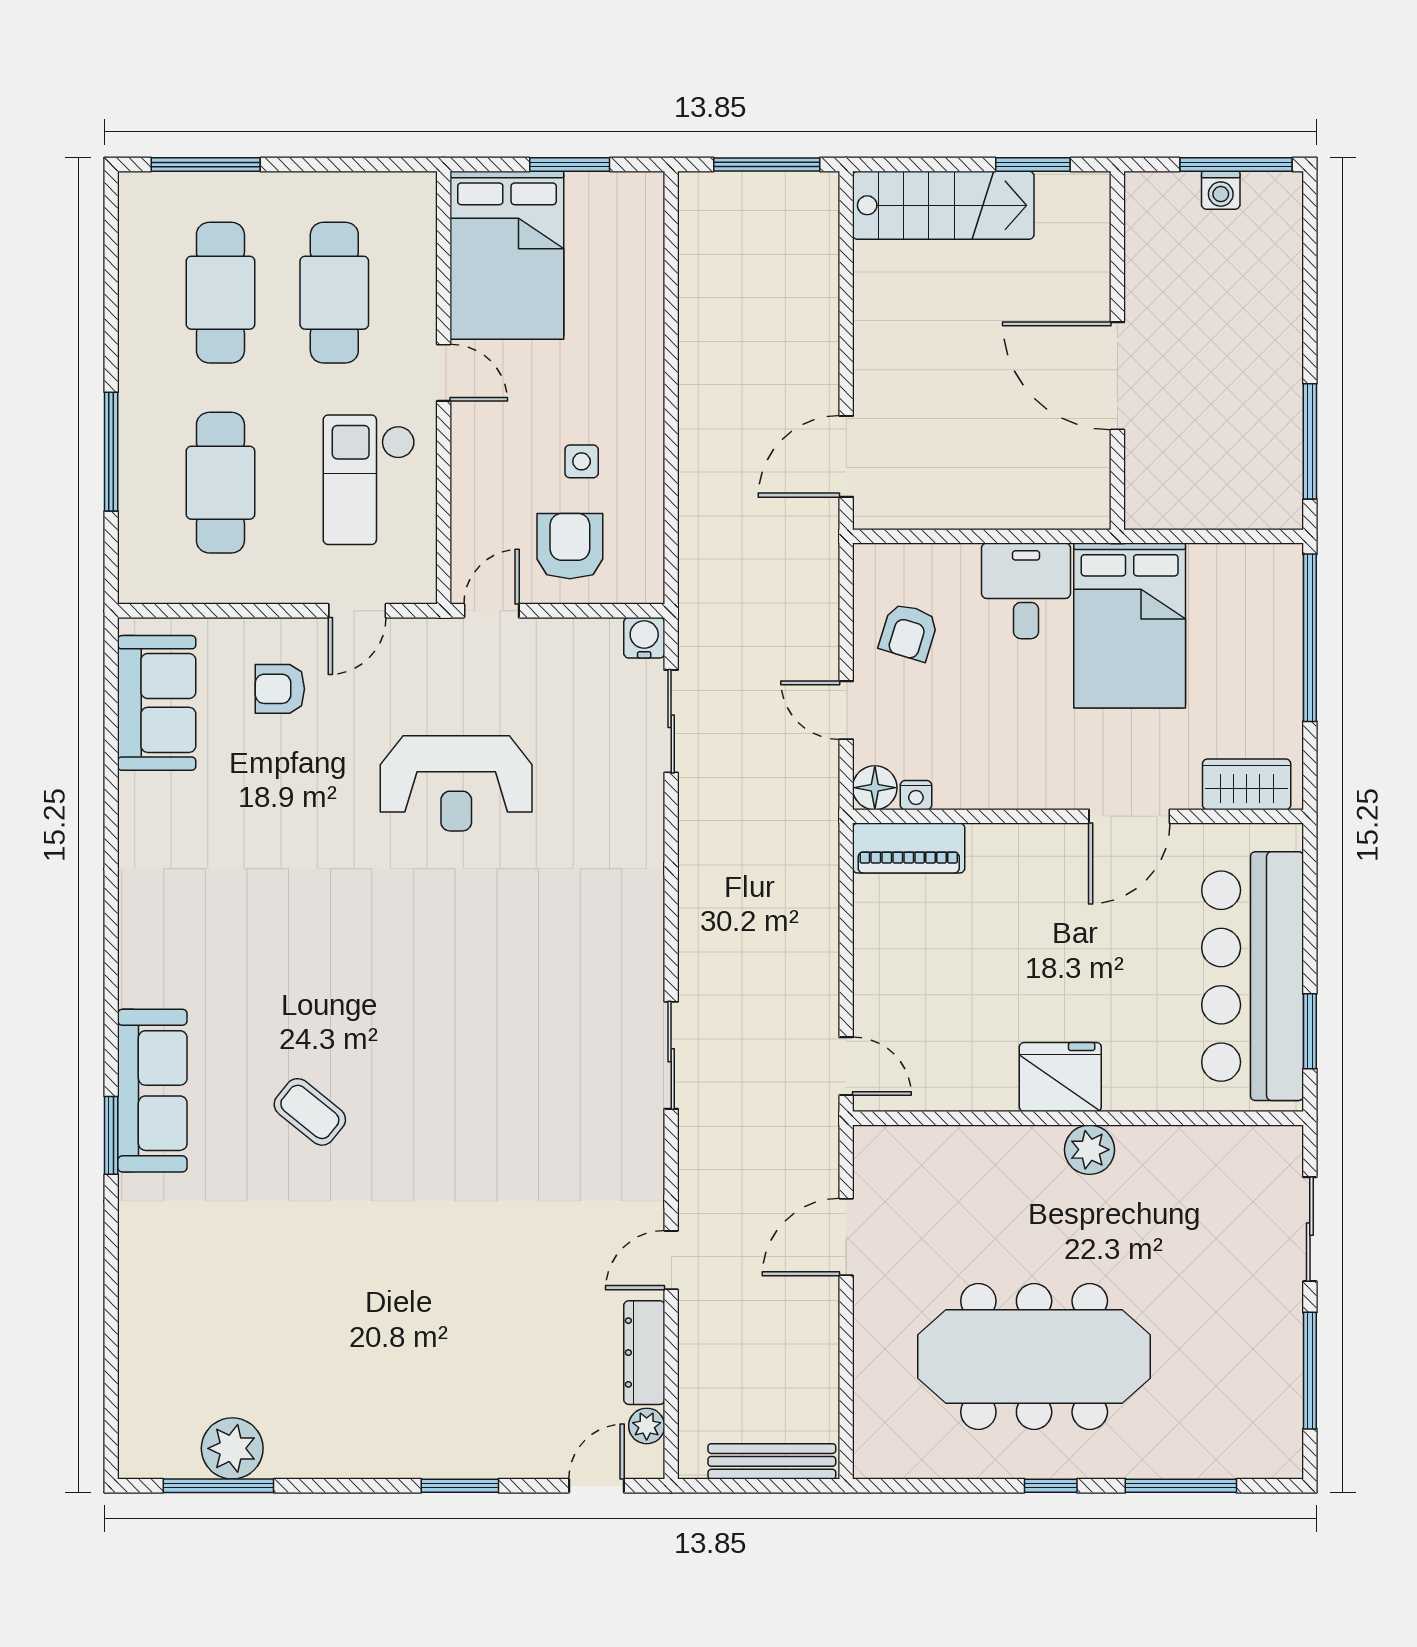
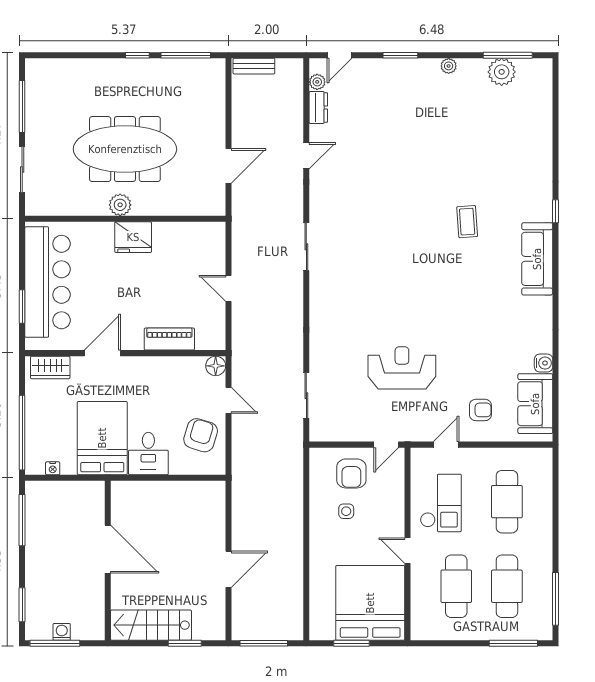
window: (1033, 165) -> (185, 643), moved
stairs: (943, 205) -> (151, 625), moved
window: (1310, 251) -> (22, 605), added
bed: (507, 255) -> (370, 603), width x1.36
window: (111, 452) -> (556, 599), moved
door: (846, 456) -> (228, 569), moved
armchair: (909, 632) -> (201, 435), width x1.38, depth x1.38
water cooler: (644, 638) -> (544, 363), moved, turned -90
nightstand: (916, 795) -> (53, 468), moved, turned 180
piano: (909, 848) -> (169, 339), moved
window: (1310, 1031) -> (22, 306), moved
door: (846, 1066) -> (228, 288), moved
sofa: (152, 1091) -> (537, 259), moved
coffee table: (310, 1112) -> (467, 222), turned 47
window: (111, 1135) -> (556, 211), width x0.67
dresser: (644, 1353) -> (318, 107), width x0.70
meeting table: (1034, 1357) -> (125, 149), moved
bench: (772, 1461) -> (254, 66), width x0.73
plant: (351, 1462) -> (449, 66), added
window: (1181, 1486) -> (186, 55), moved

